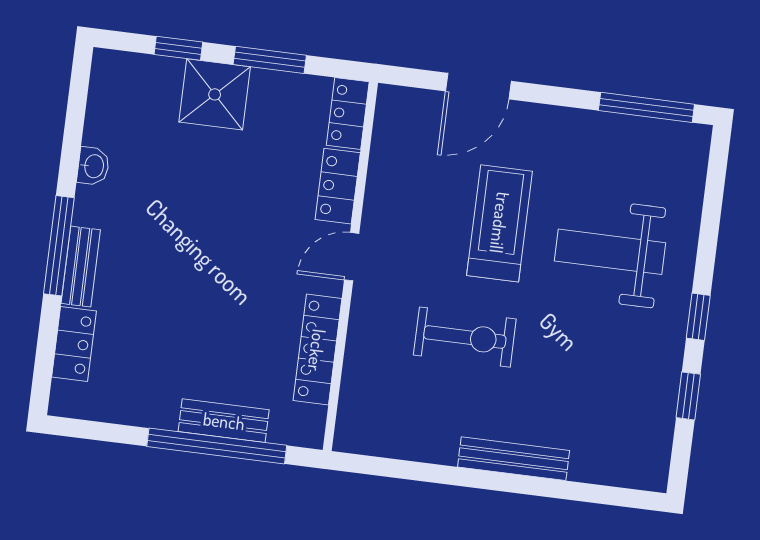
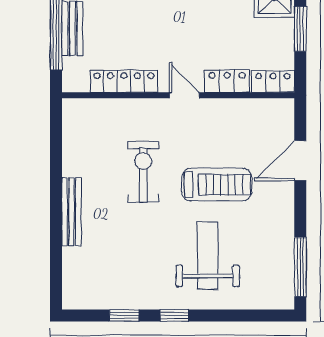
door: (478, 86) -> (300, 161), hinge flipped
exercise bike: (465, 337) -> (143, 172), turned 180

